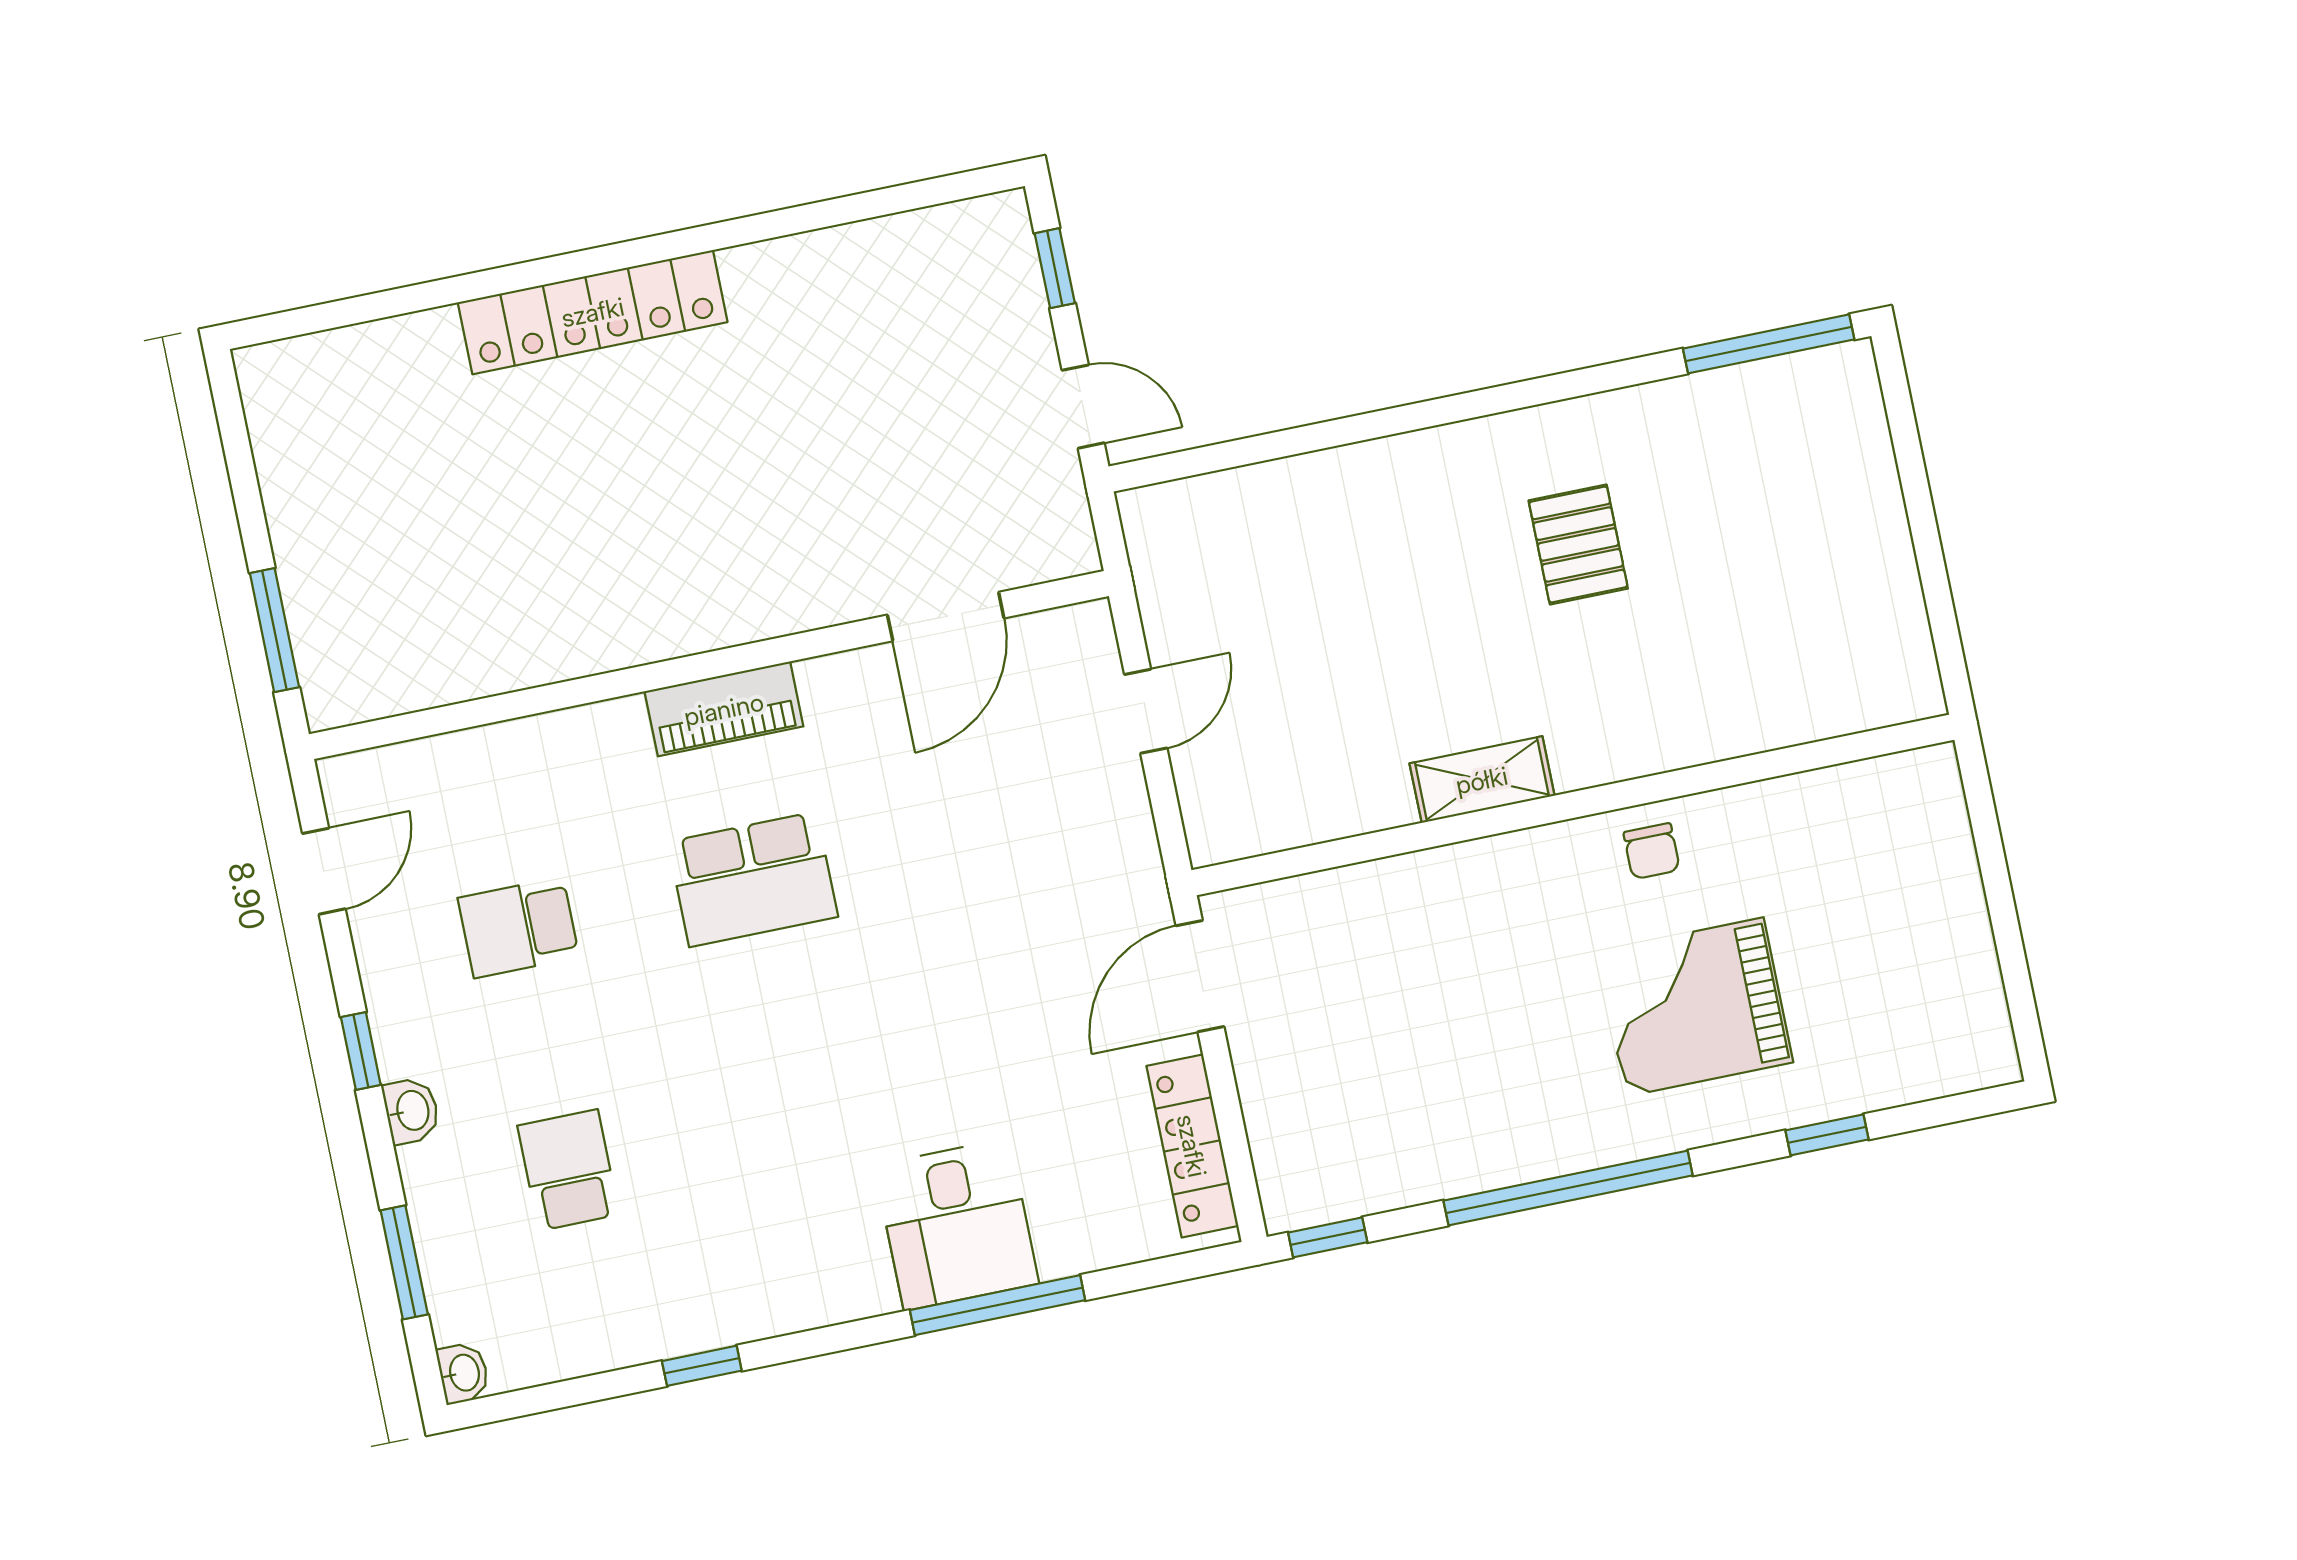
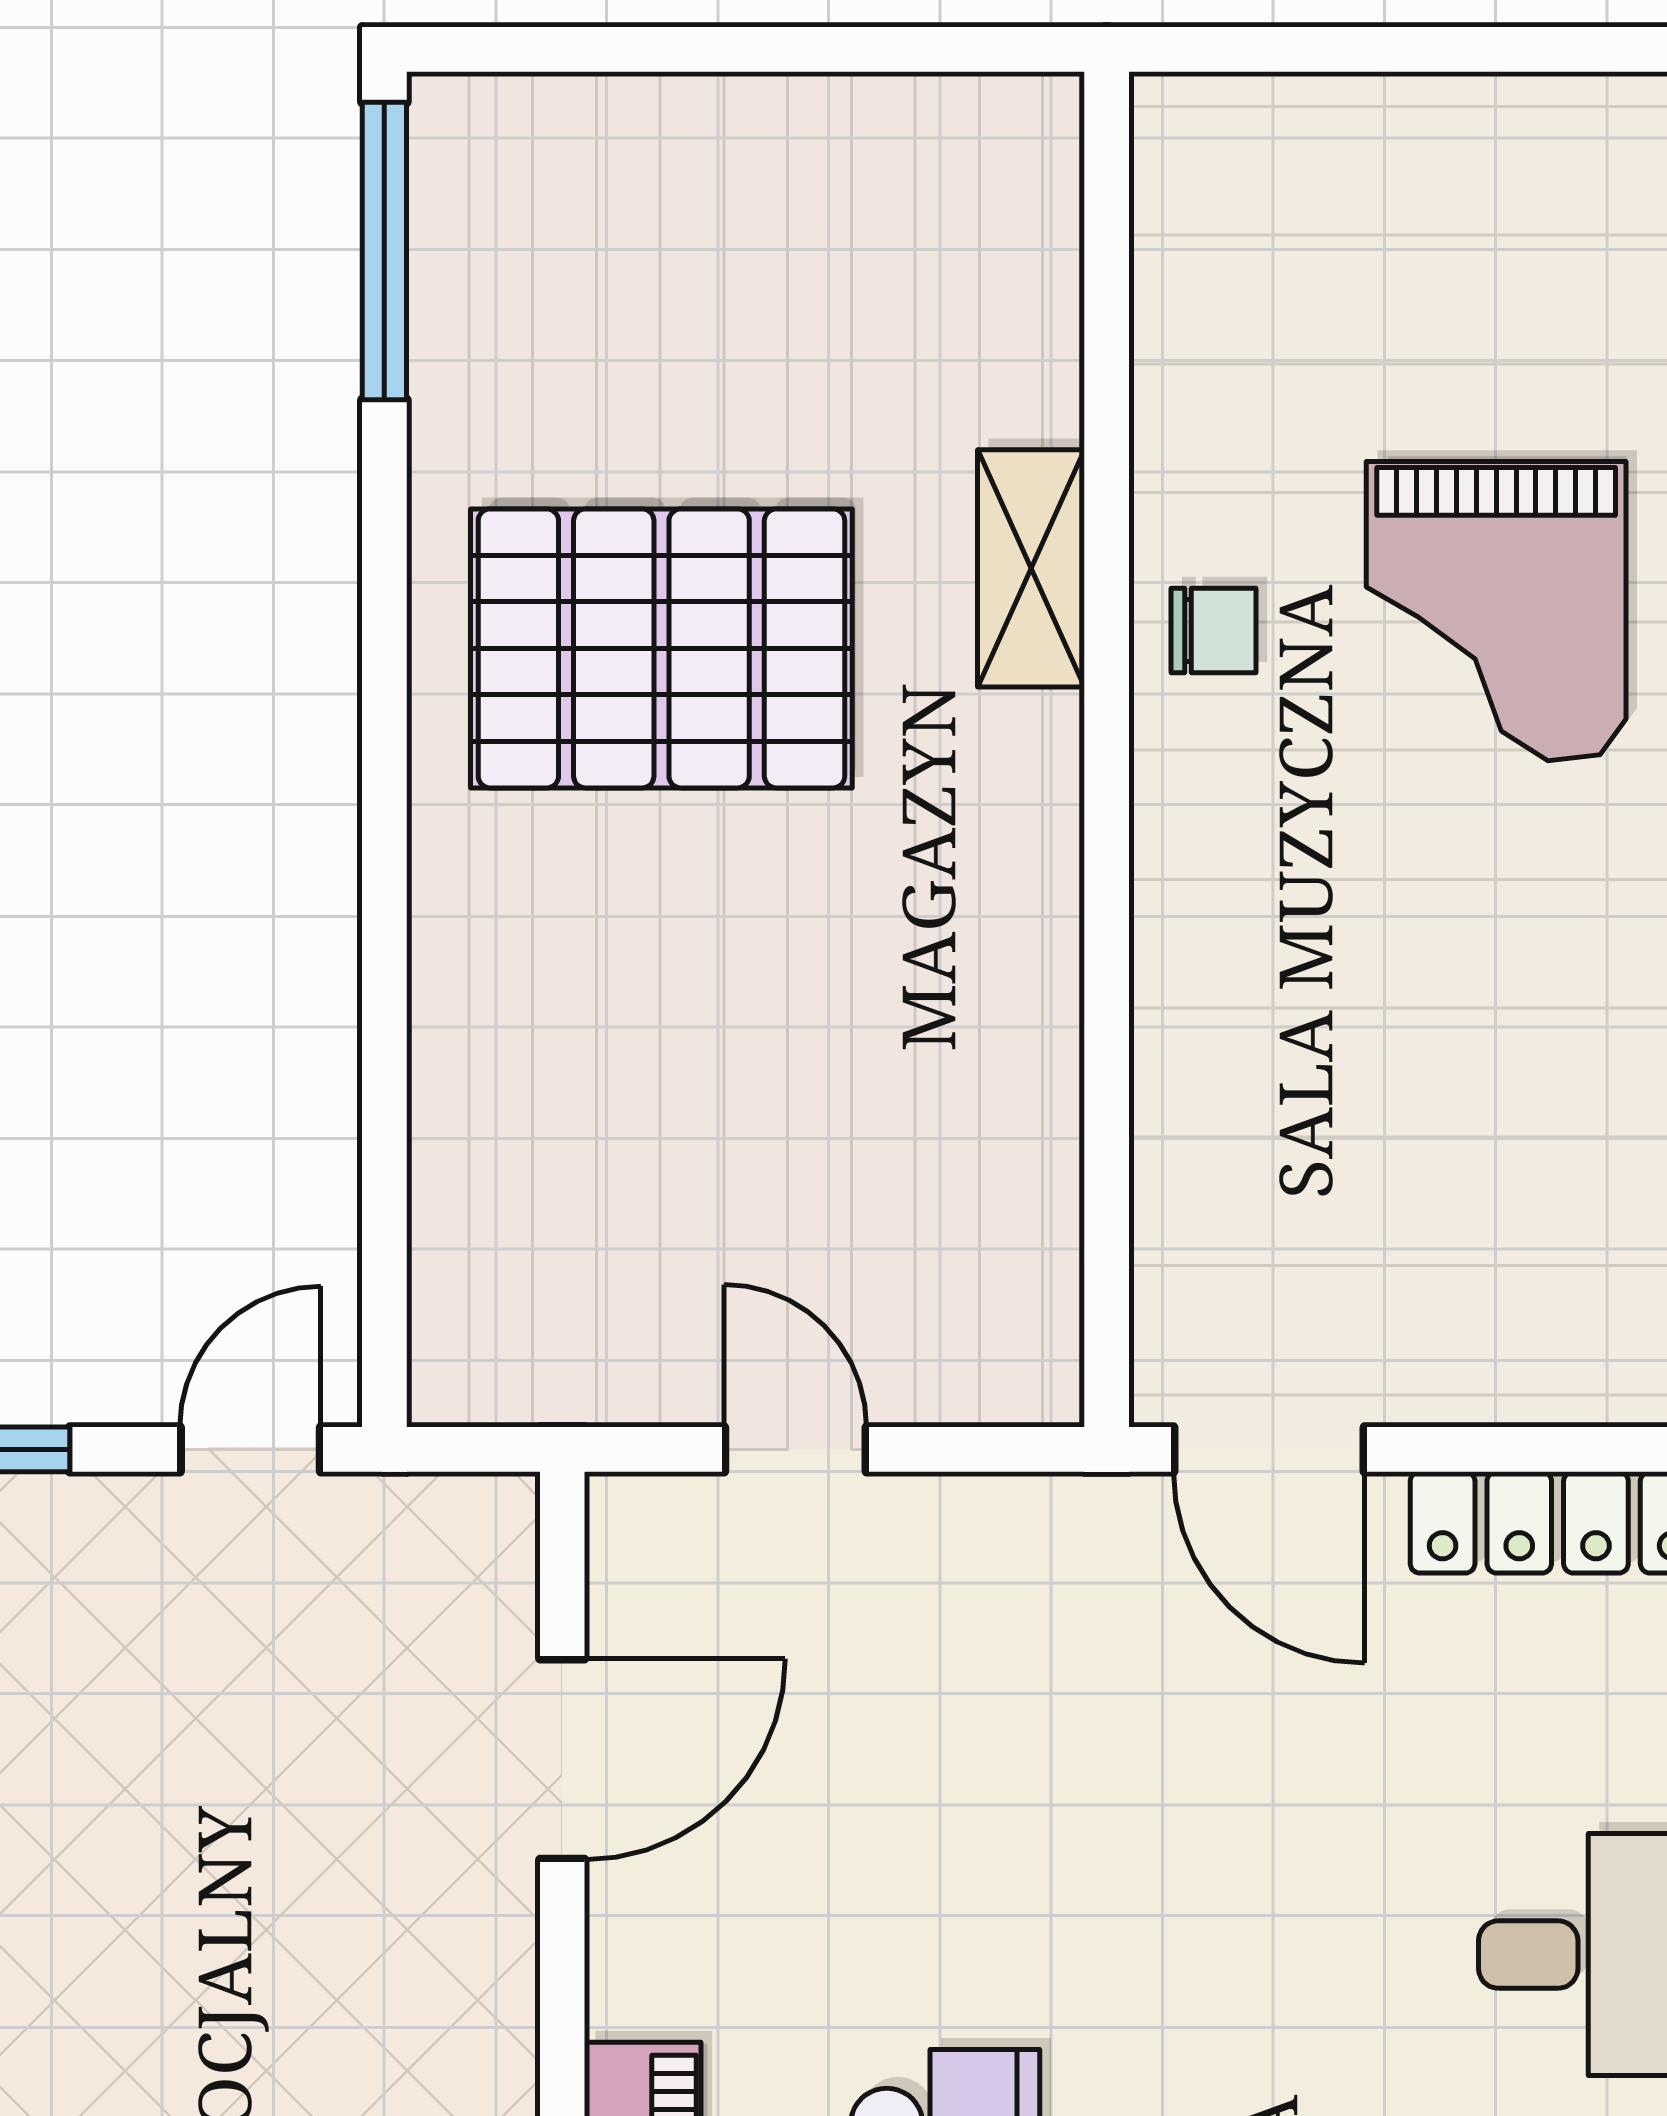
pallet: (1578, 544) -> (661, 648), width x2.05, depth x2.00
door: (946, 616) -> (562, 1759), hinge flipped
shelving: (1482, 780) -> (1031, 568), moved

